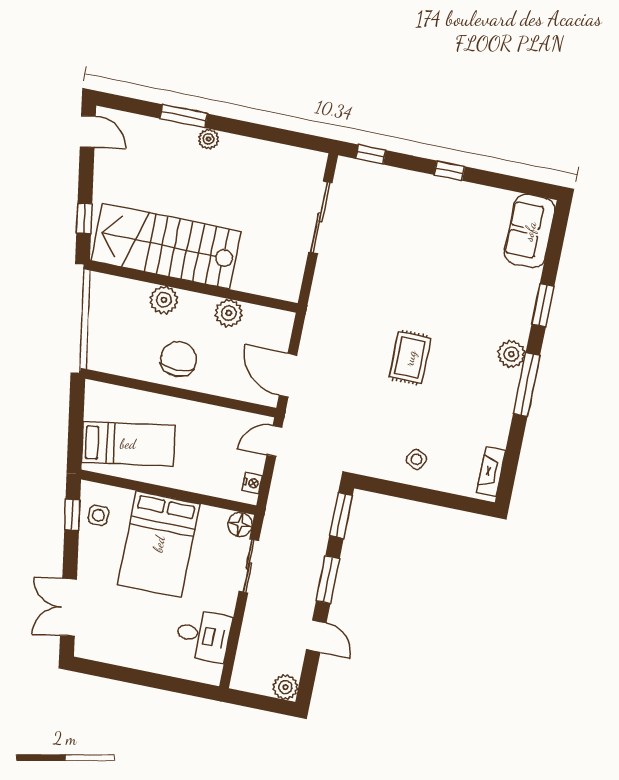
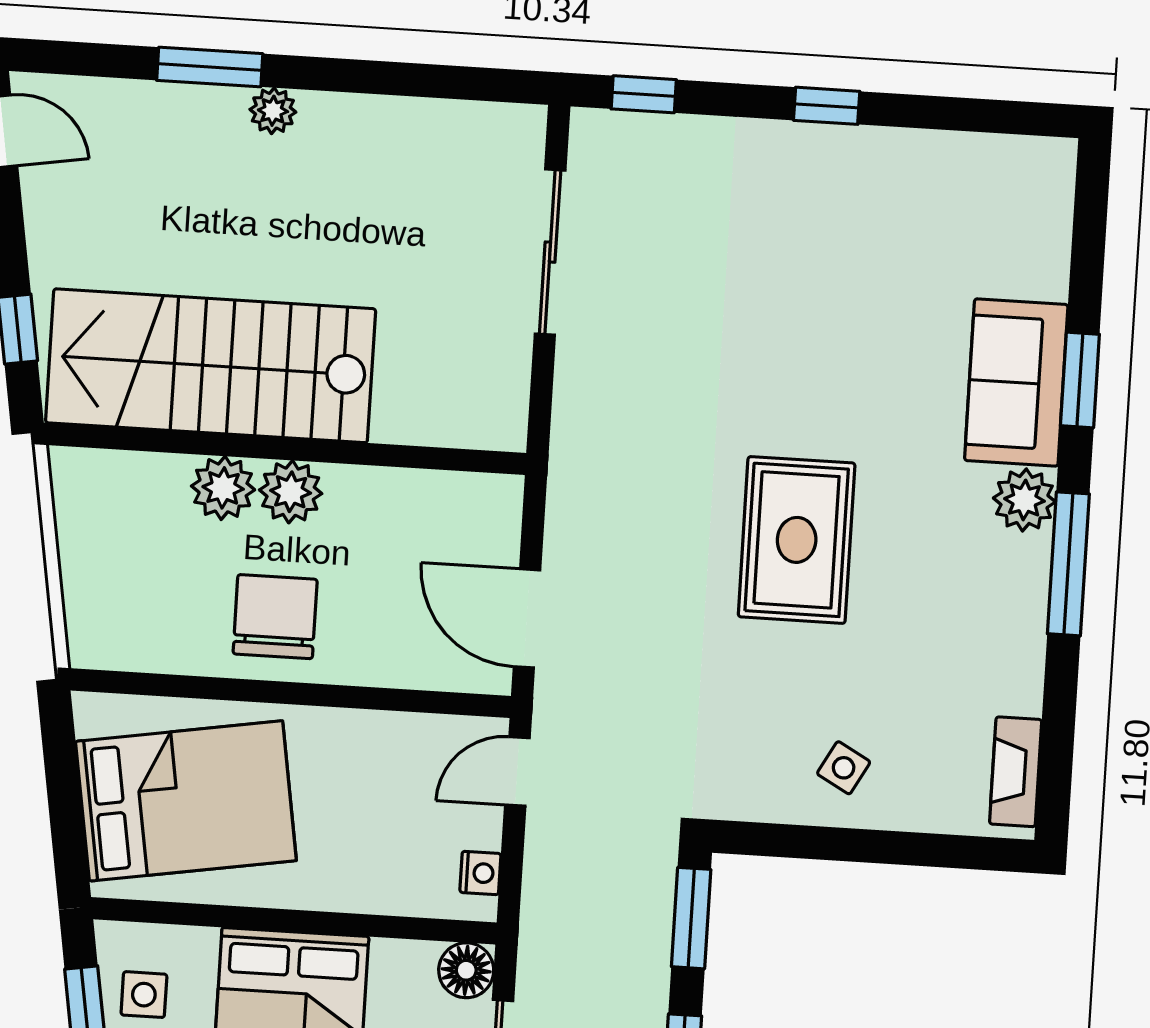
sofa: (530, 231) -> (1016, 382), moved
plant: (229, 313) -> (291, 492), moved
rug: (410, 358) -> (797, 540), width x1.36, depth x1.43
bed: (128, 444) -> (186, 801), width x1.50

